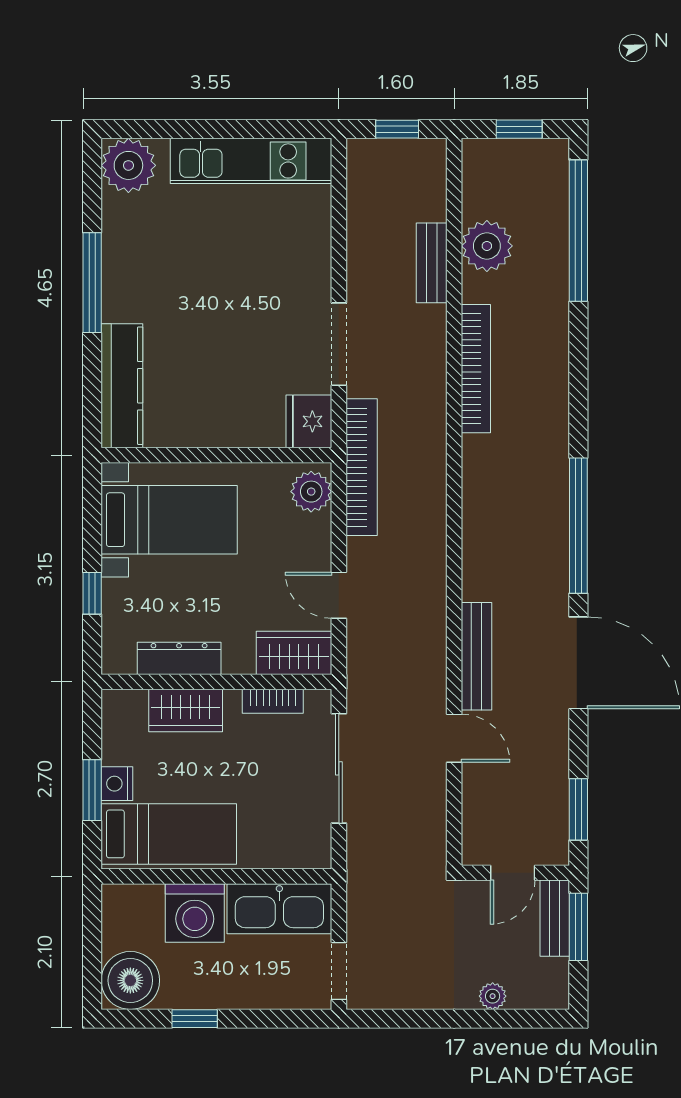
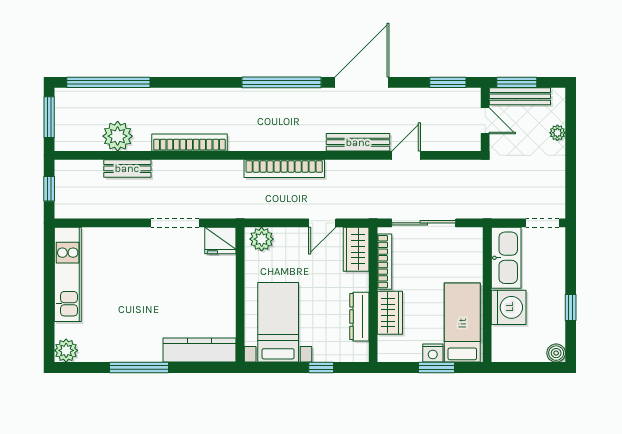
window: (519, 129) -> (49, 117), width x1.50
plant: (128, 165) -> (66, 350), width x0.73, depth x0.73
bookcase: (362, 467) -> (284, 169), moved, turned 180
bookcase: (273, 701) -> (384, 262), width x1.56
bench: (555, 918) -> (520, 96), width x1.36
boiler: (130, 980) -> (556, 353), width x0.54, depth x0.54

